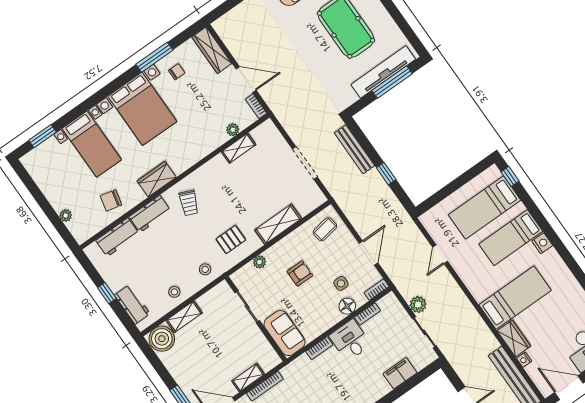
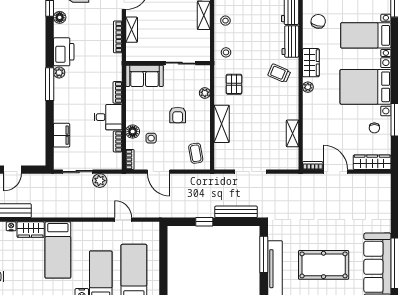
door: (246, 80) -> (336, 172), swing flipped
window: (392, 82) -> (264, 254), moved
plant: (233, 130) -> (308, 87), moved

